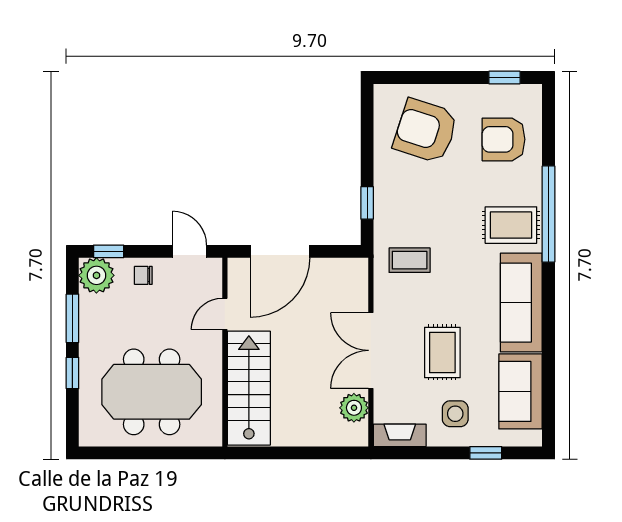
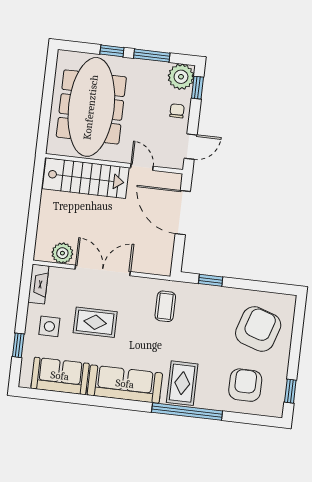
meeting table: (152, 392) -> (91, 107), width x1.36

